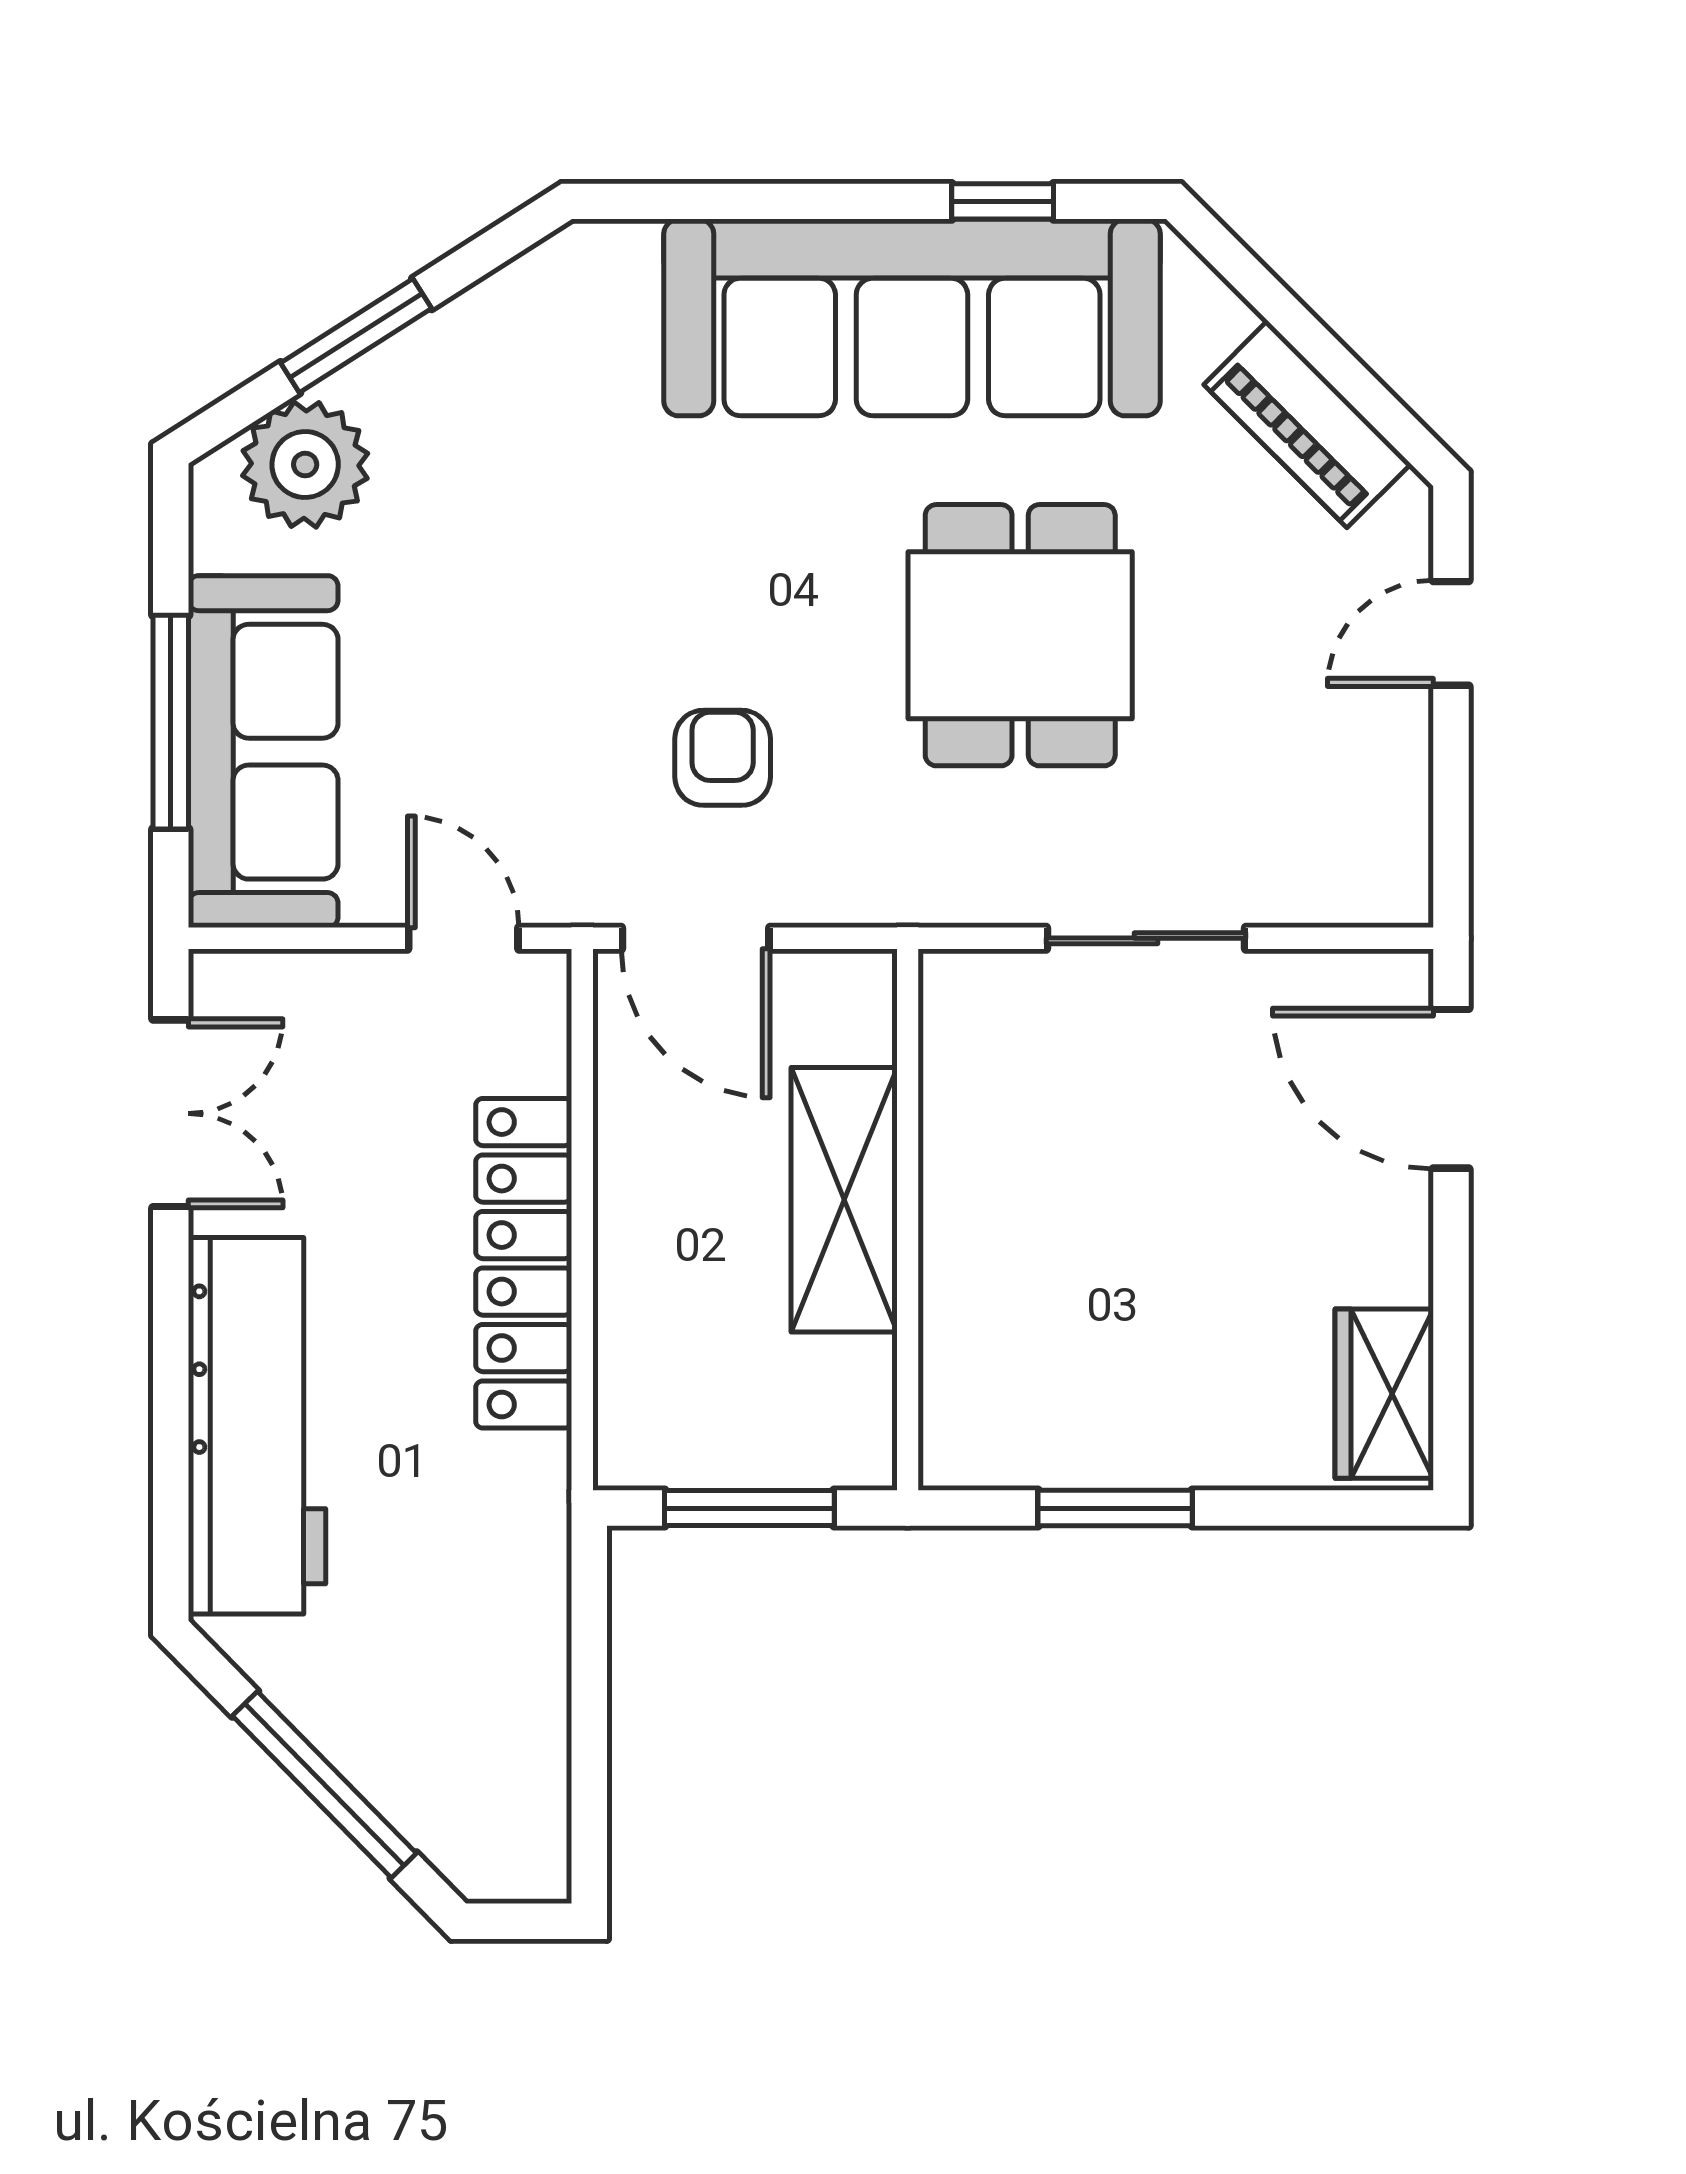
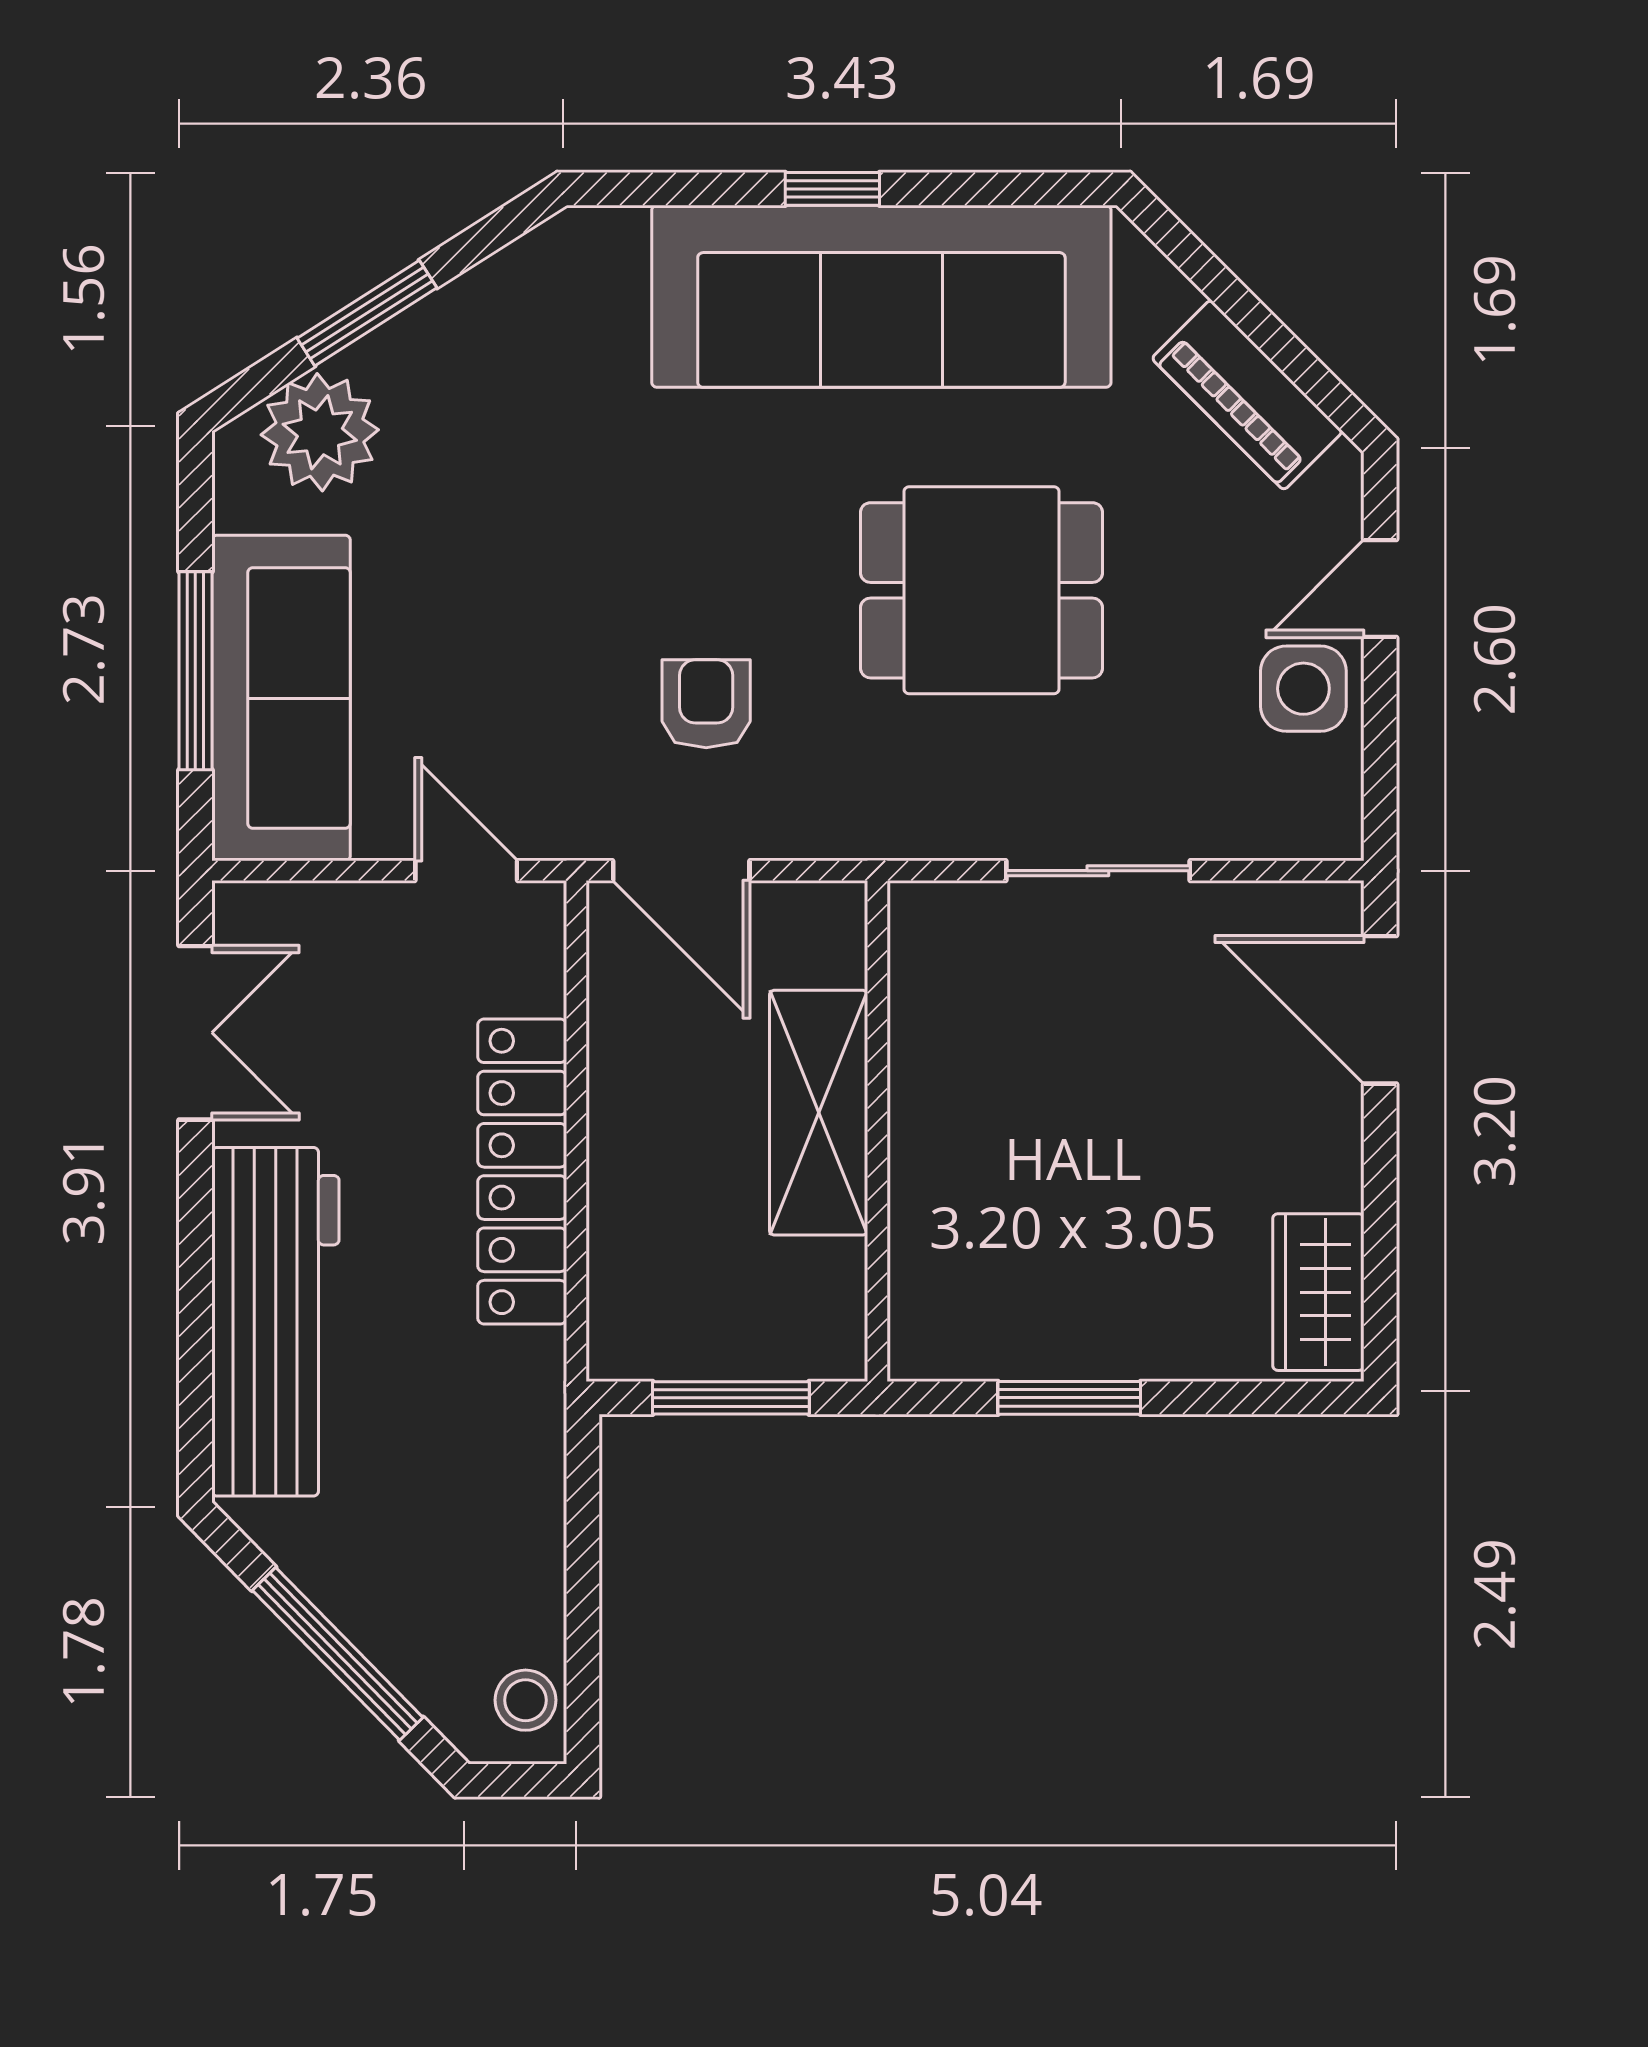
window: (1003, 201) -> (832, 189), moved
dining table: (1020, 635) -> (982, 590), turned 90
side table: (1368, 742) -> (1303, 689), added
stool: (527, 1835) -> (526, 1700), added

